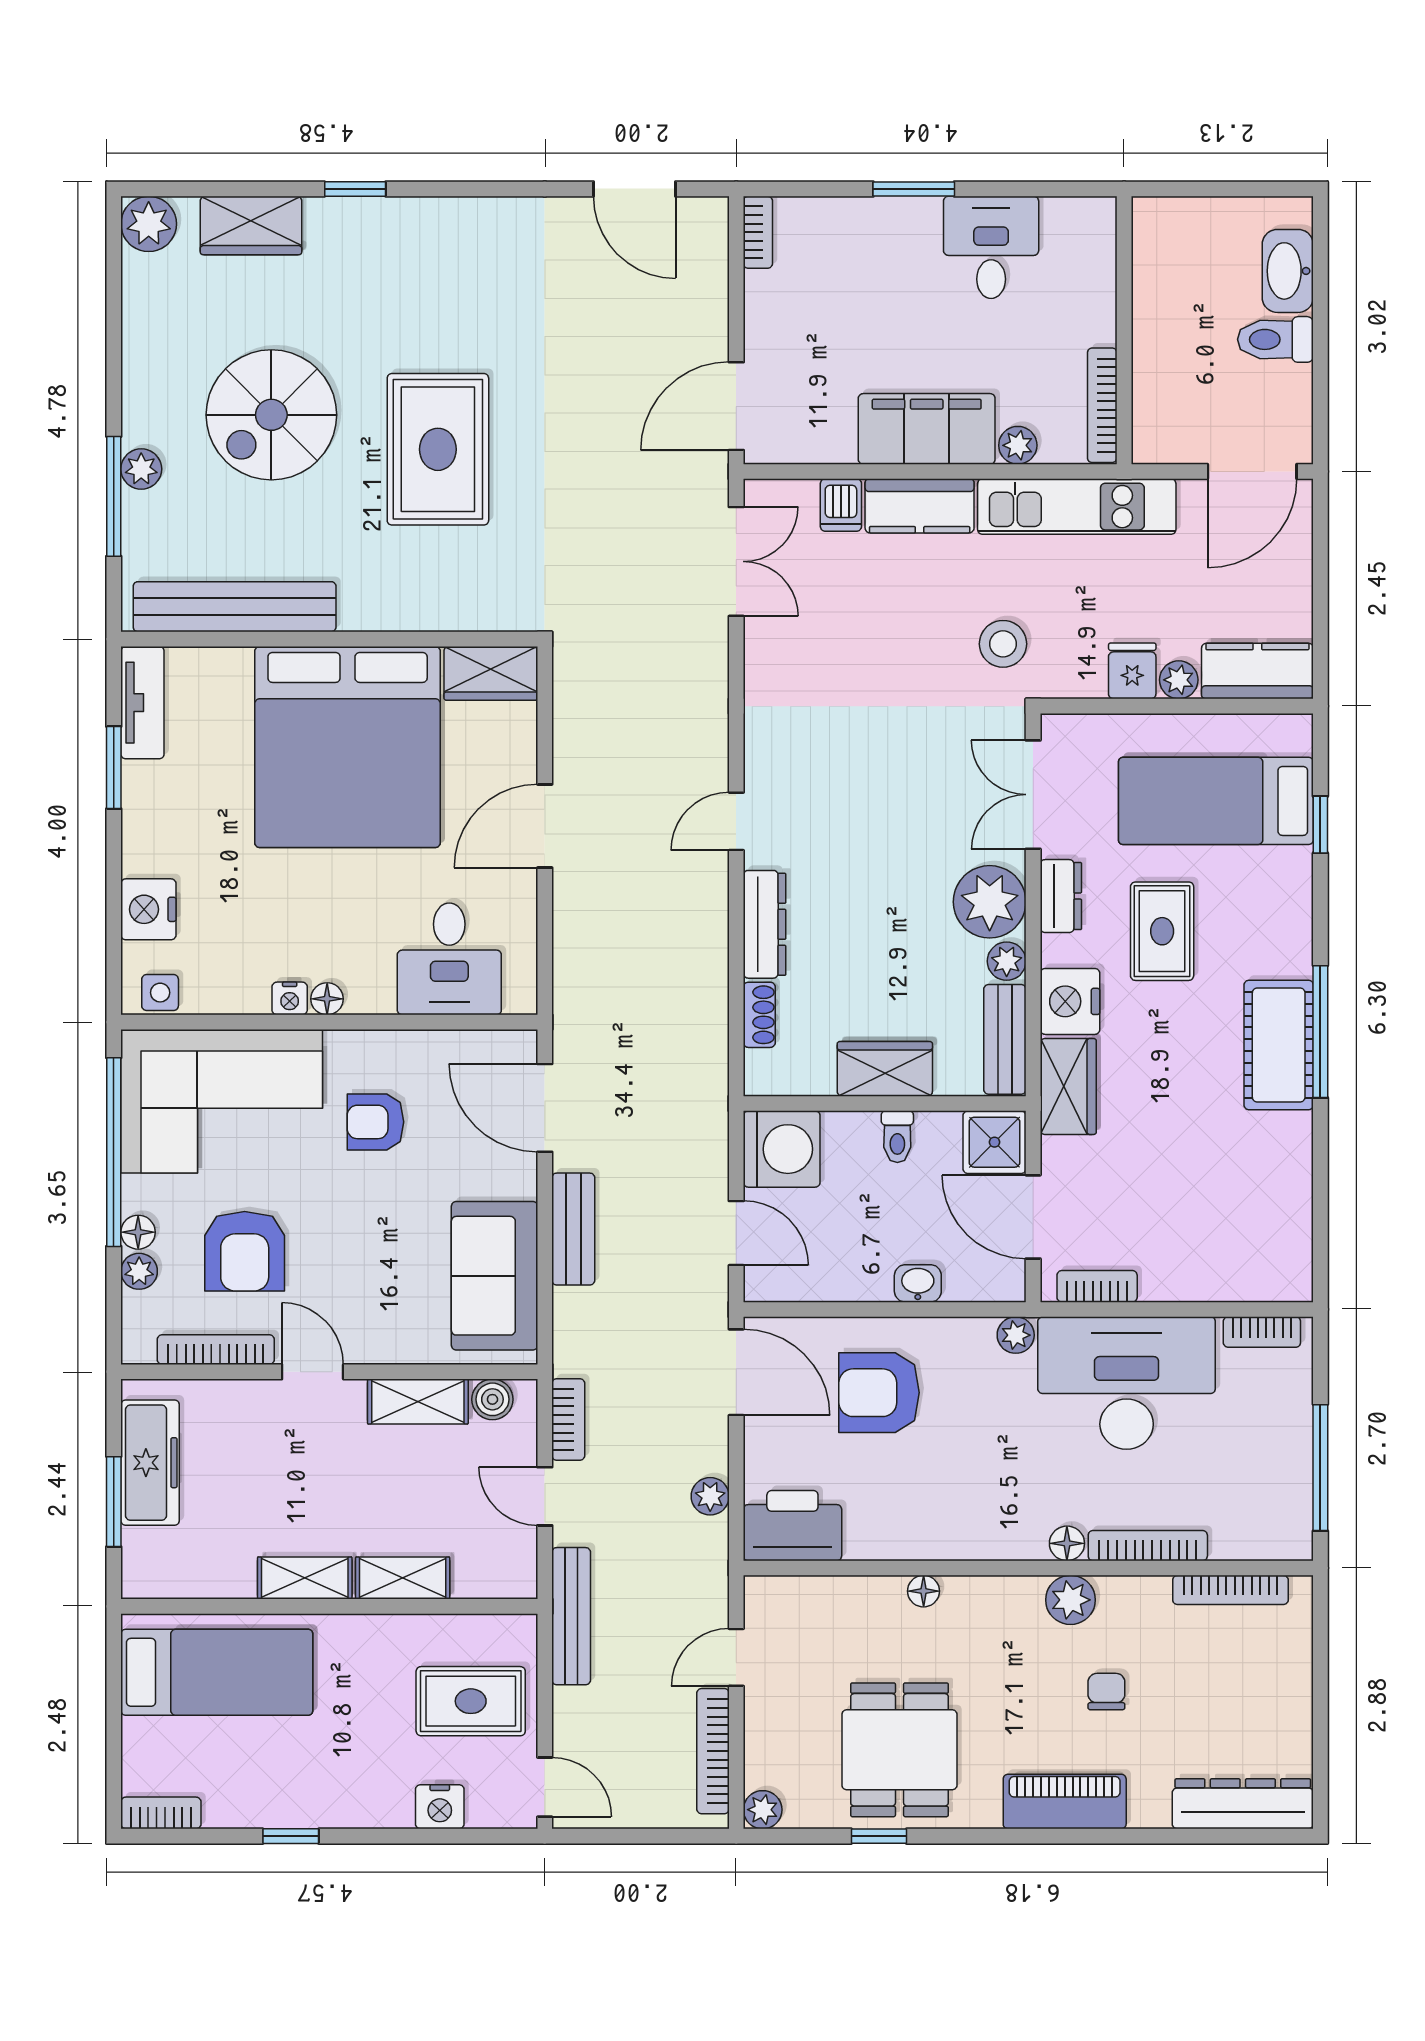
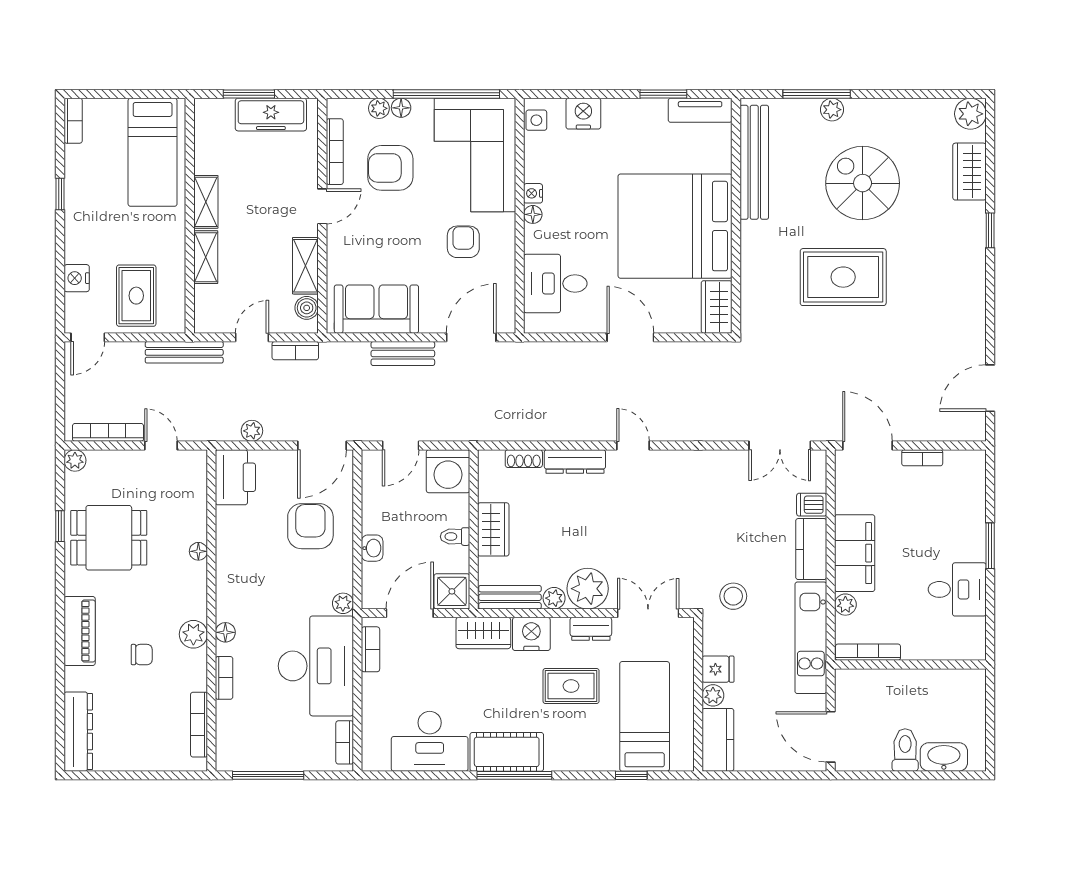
bookcase: (758, 232) -> (922, 458), moved
desk: (1260, 1182) -> (430, 741), added
bookcase: (1148, 1546) -> (224, 678), width x0.64

